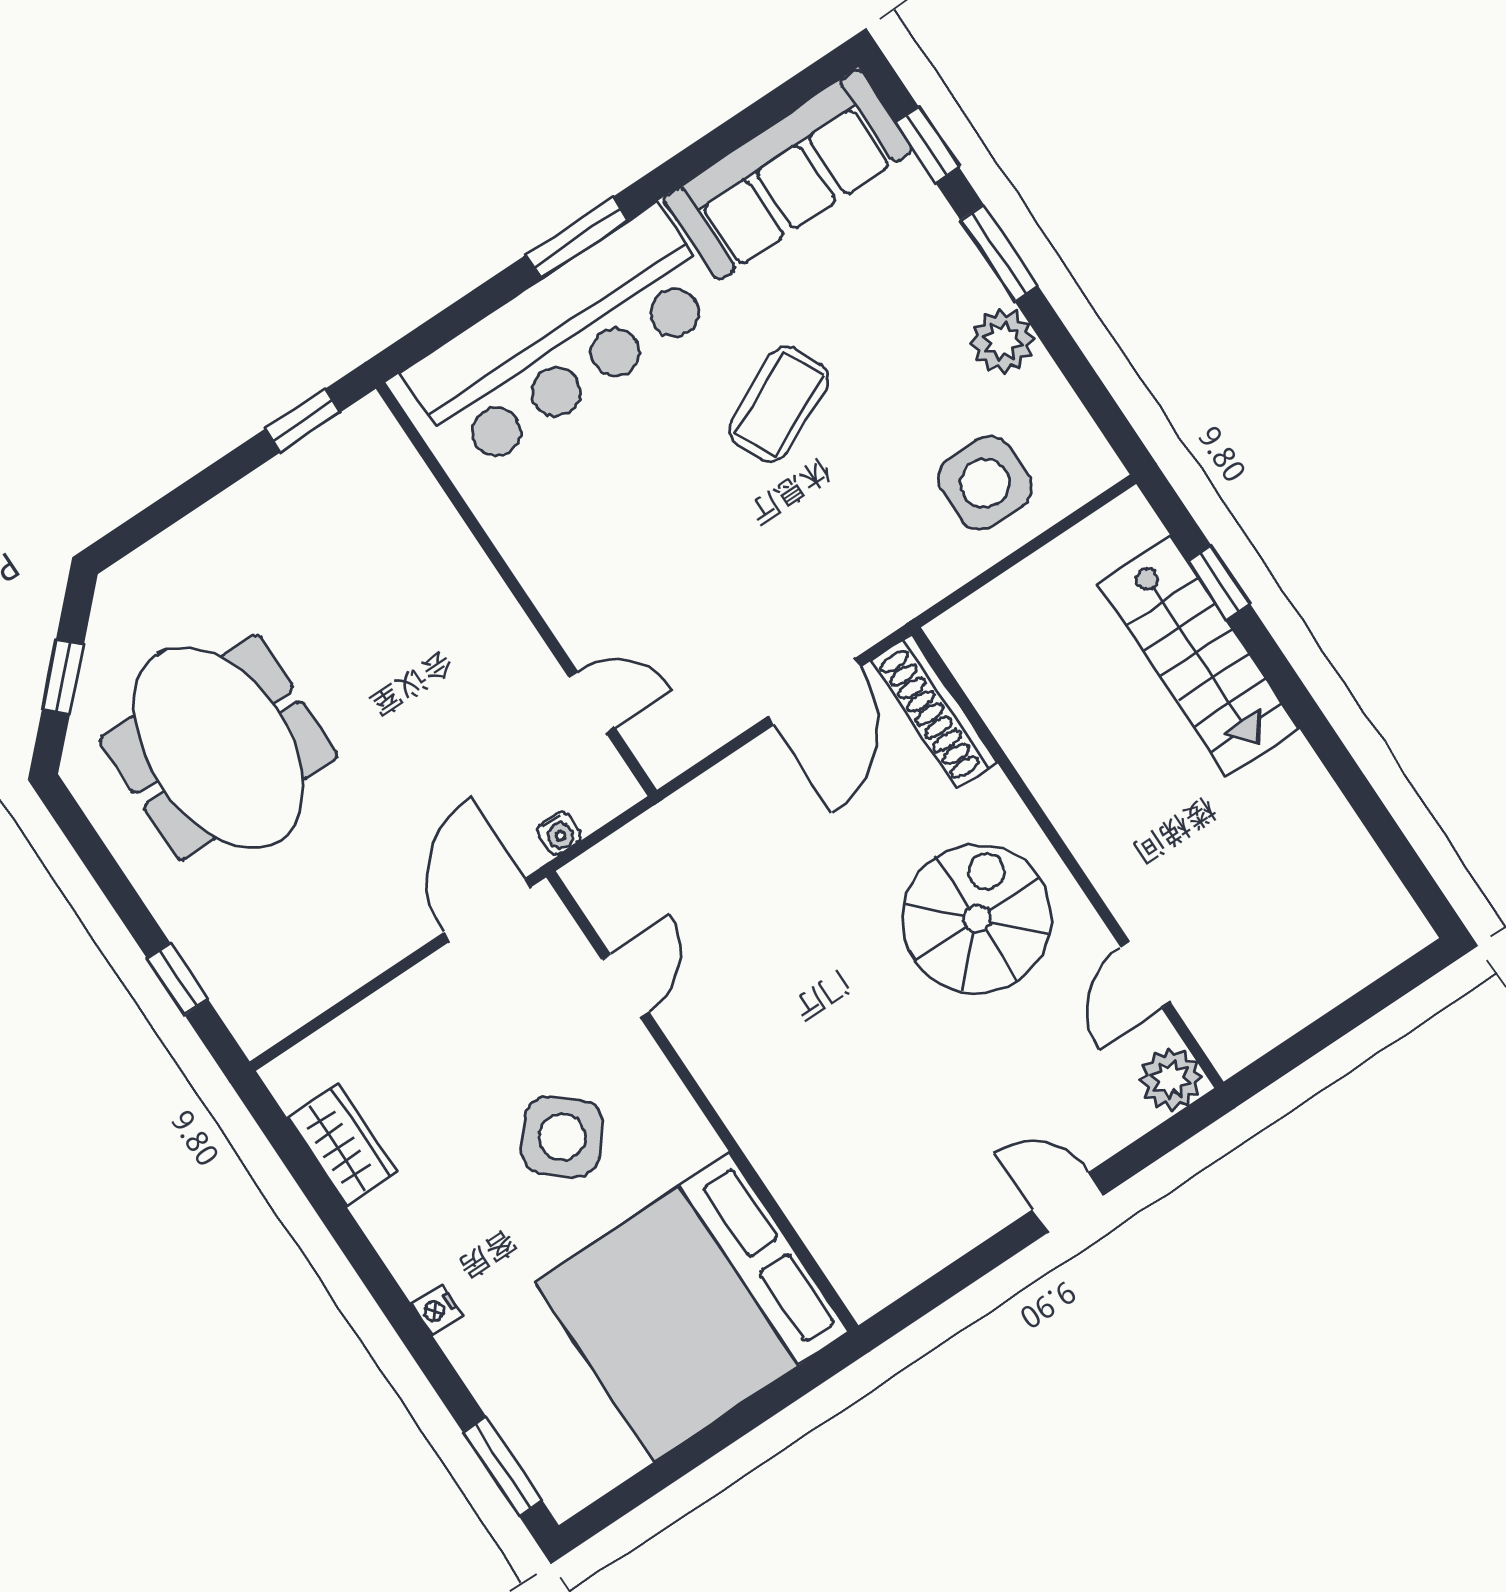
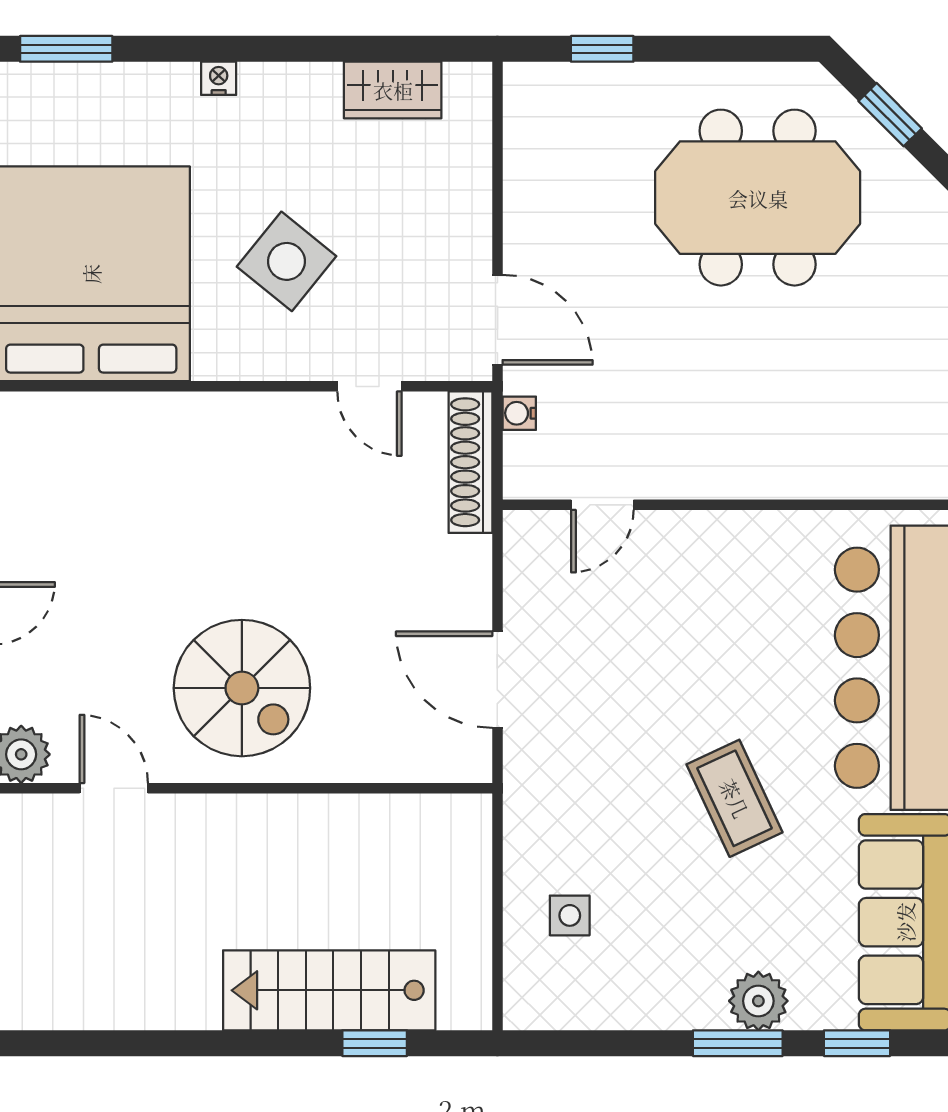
plant: (1002, 341) -> (758, 1001), moved
side table: (985, 483) -> (570, 915), width x0.54, depth x0.54
shoe rack: (934, 711) -> (470, 462), moved, turned -90

